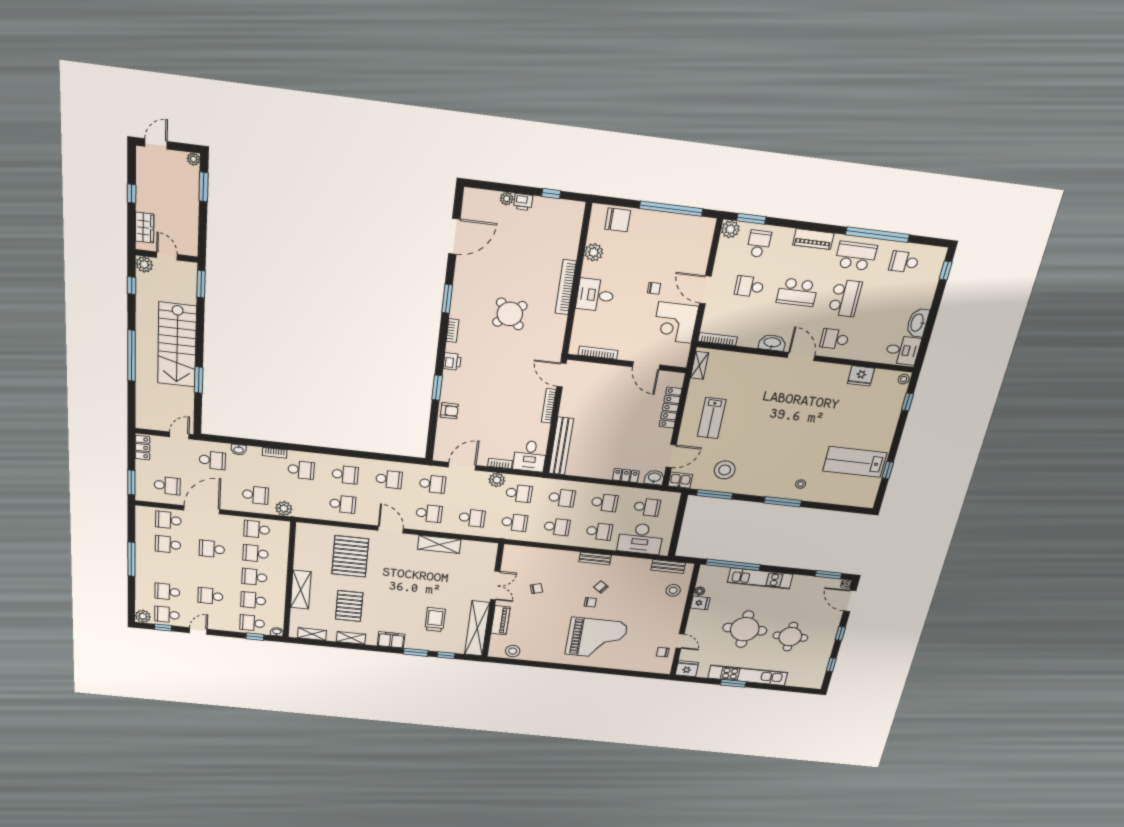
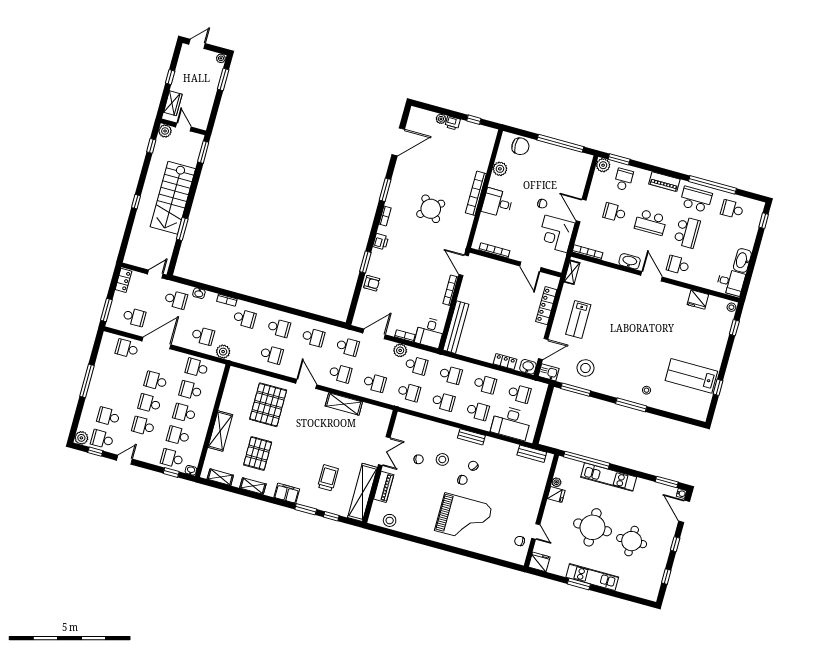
window: (132, 356) -> (136, 202), width x0.32
school desk: (168, 544) -> (149, 403), moved
stool: (673, 590) -> (442, 459), moved
kitchen unit: (748, 675) -> (592, 577), width x0.73

